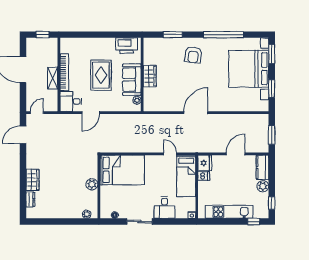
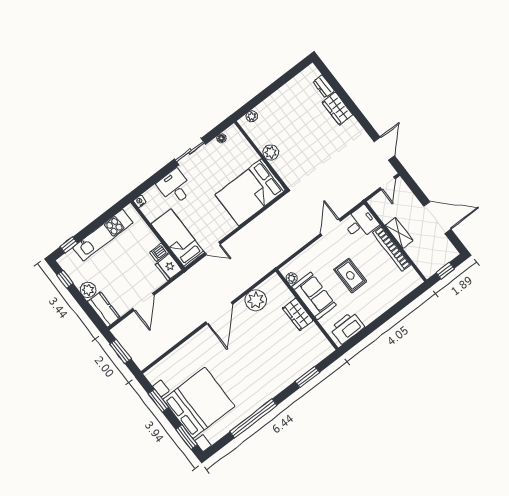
armchair: (193, 55) -> (269, 372), removed
rug: (101, 75) -> (350, 275), width x0.73, depth x0.70
plant: (168, 104) -> (256, 300), added

